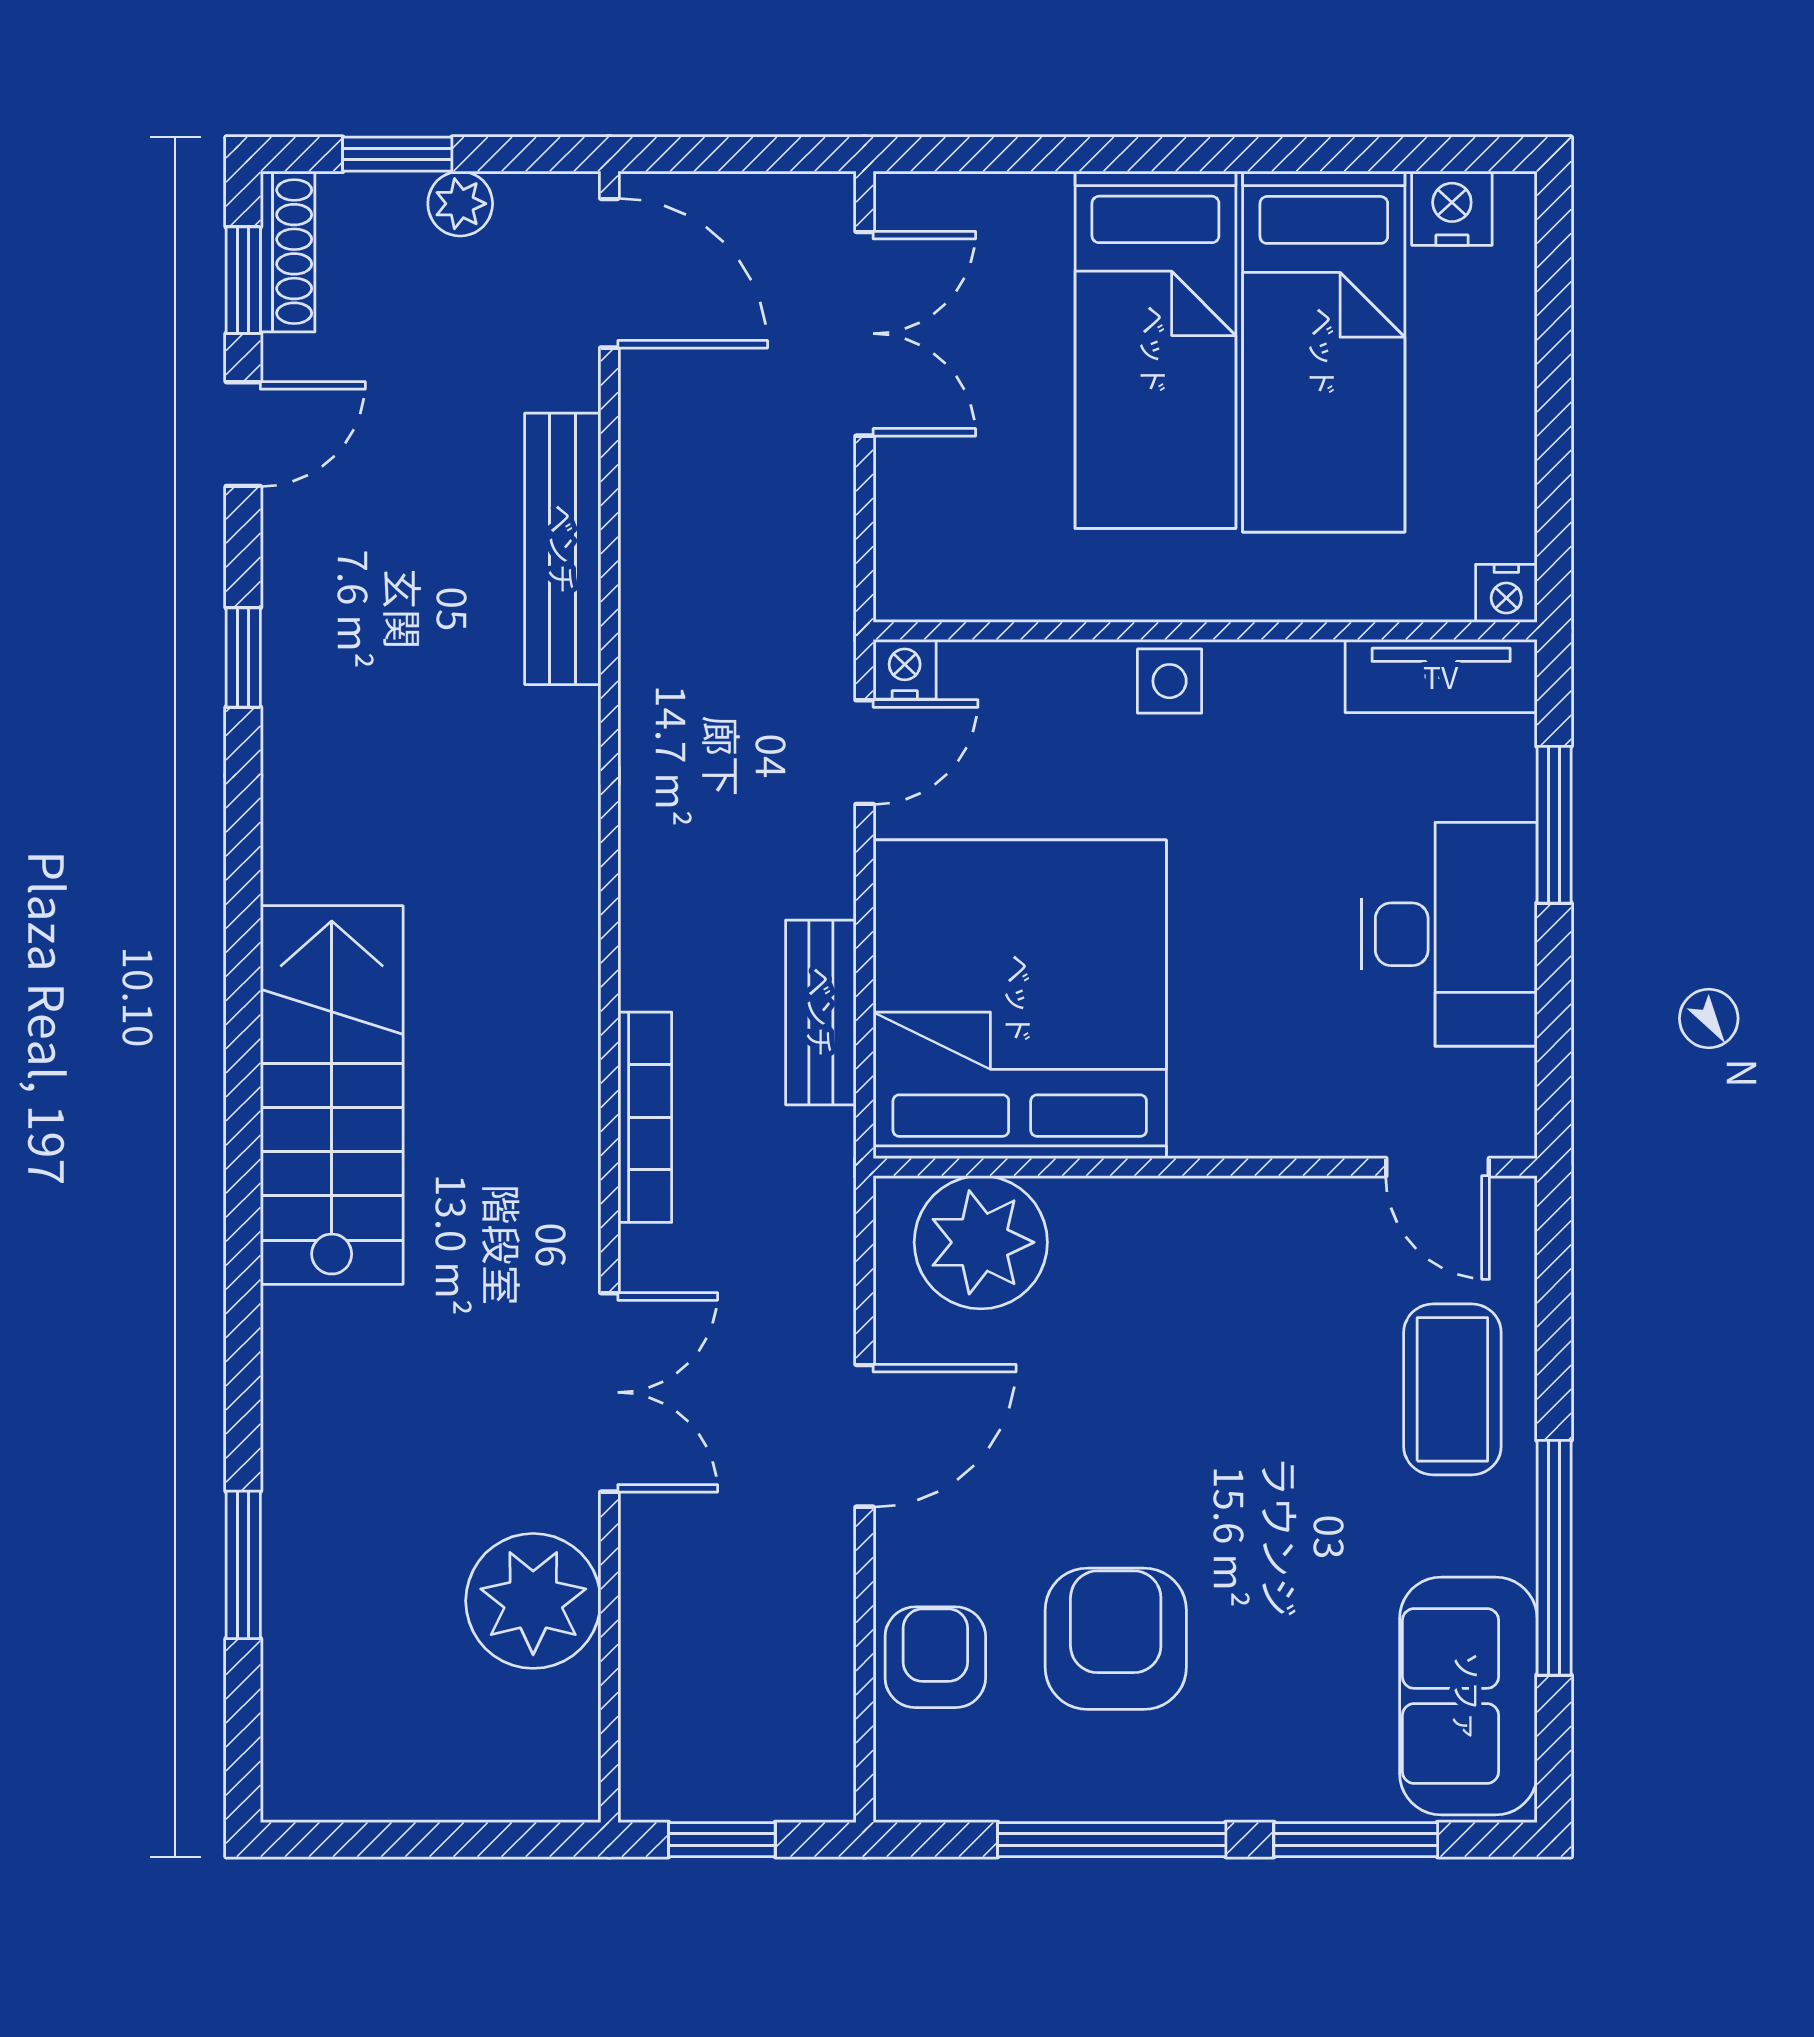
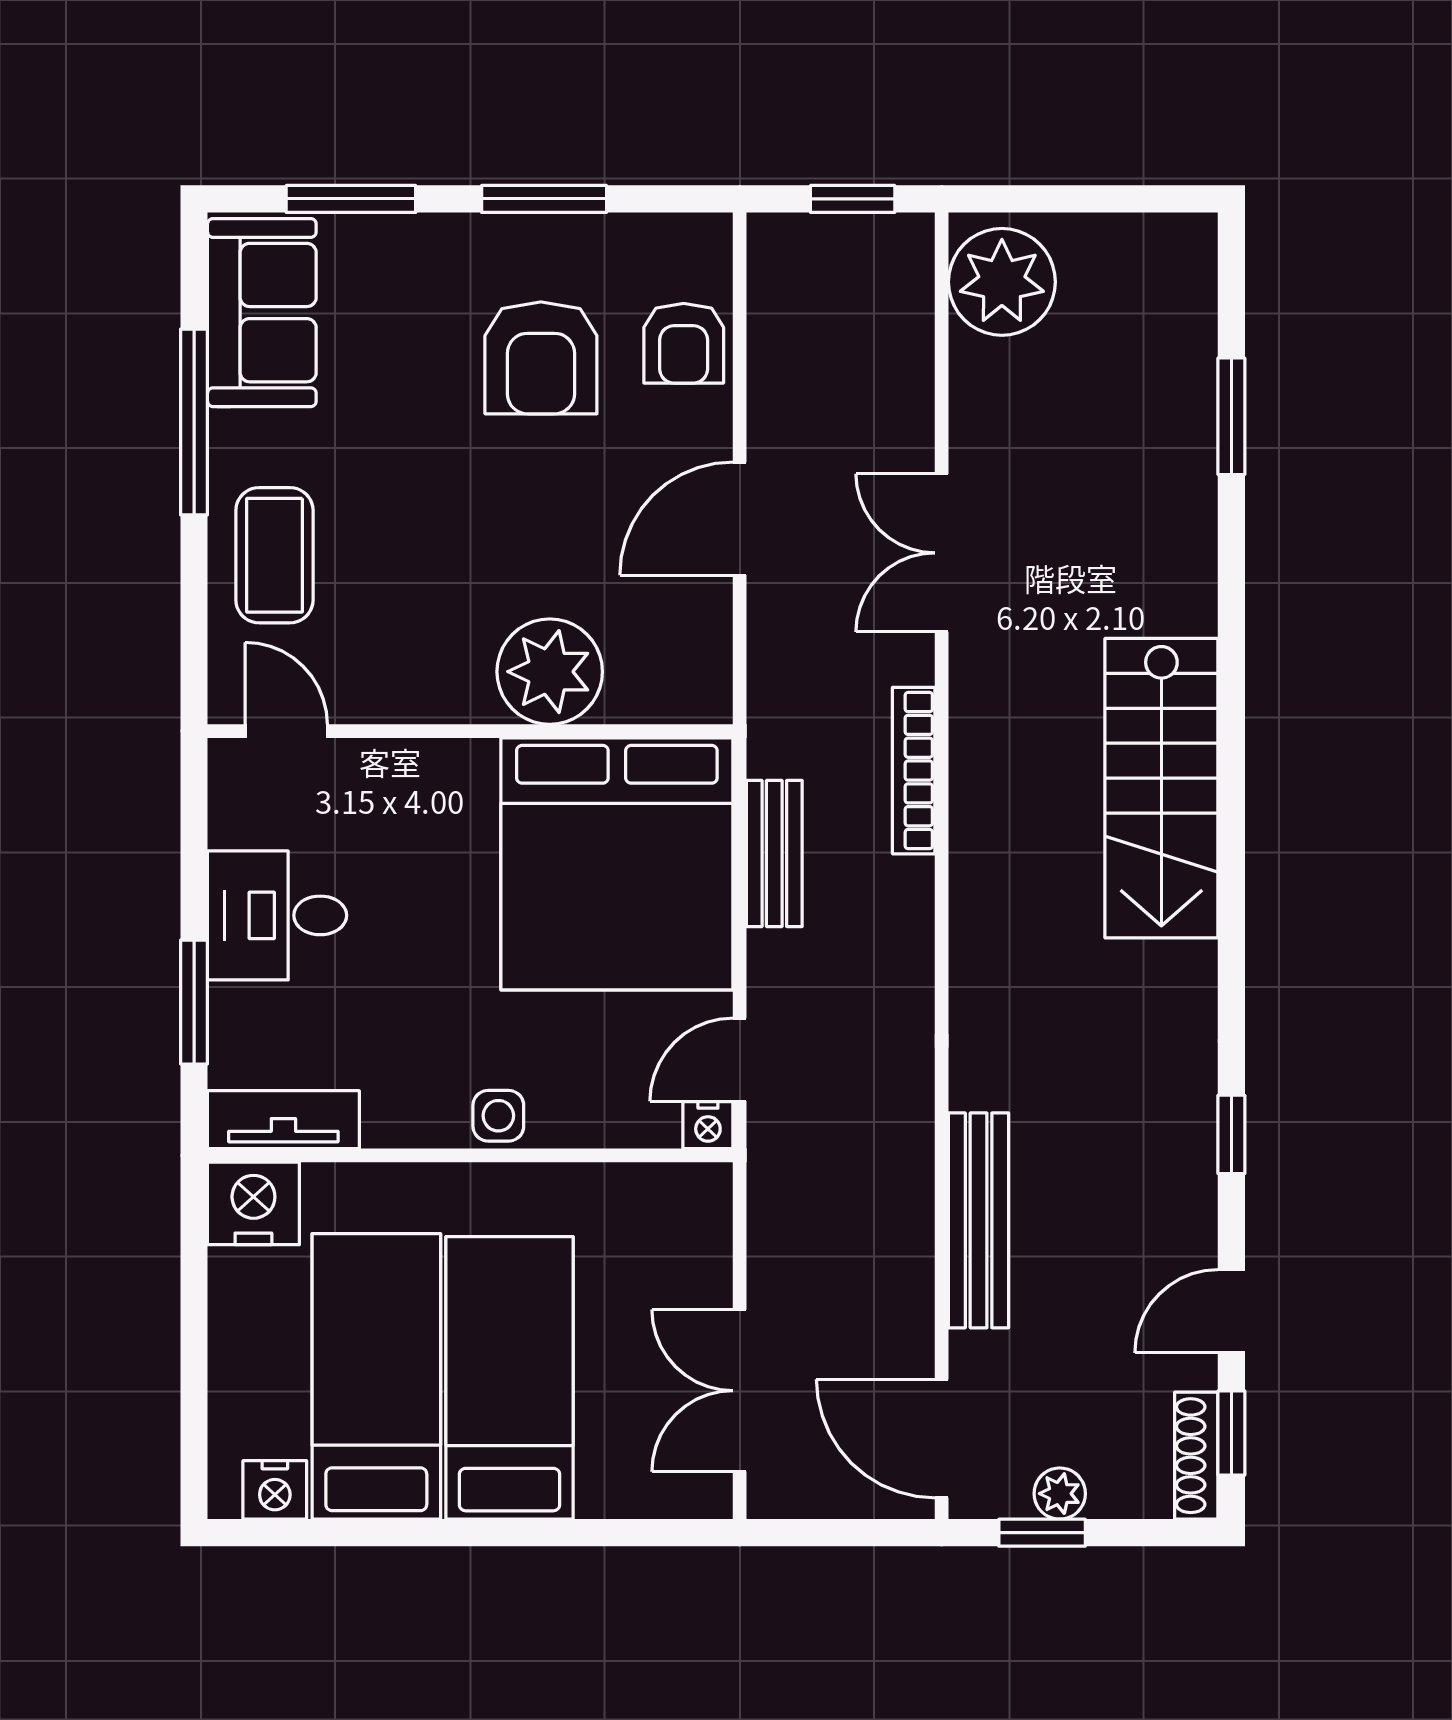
window: (397, 154) -> (1042, 1533), moved
nightstand: (1506, 593) -> (253, 1203), width x1.89, depth x1.79
desk: (1449, 934) -> (277, 915), width x0.73
plant: (981, 1242) -> (550, 672), moved
plant: (533, 1601) -> (1002, 282), moved
window: (1112, 1840) -> (544, 199), width x0.69

